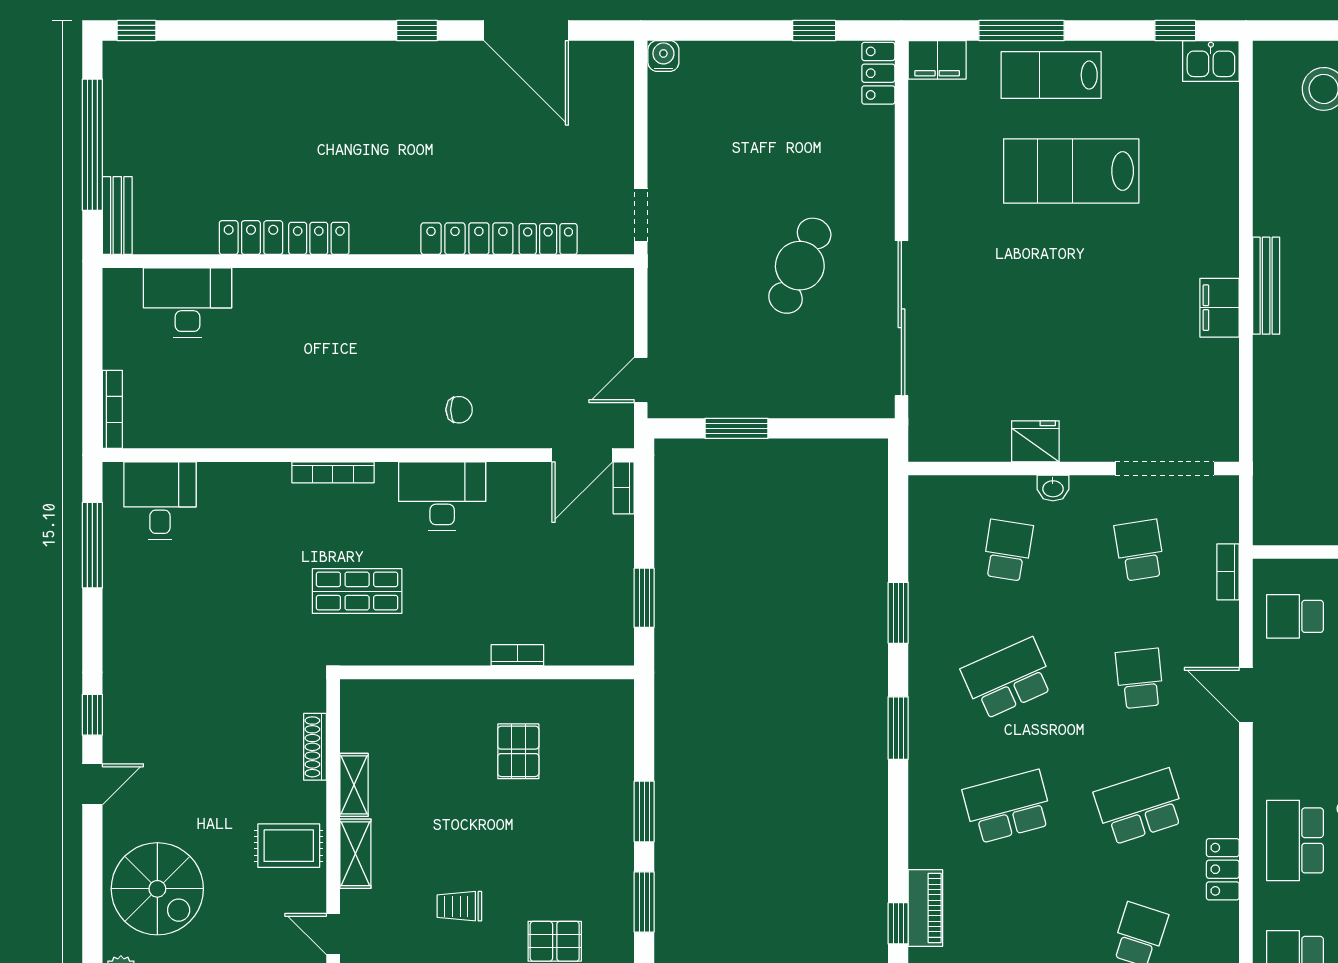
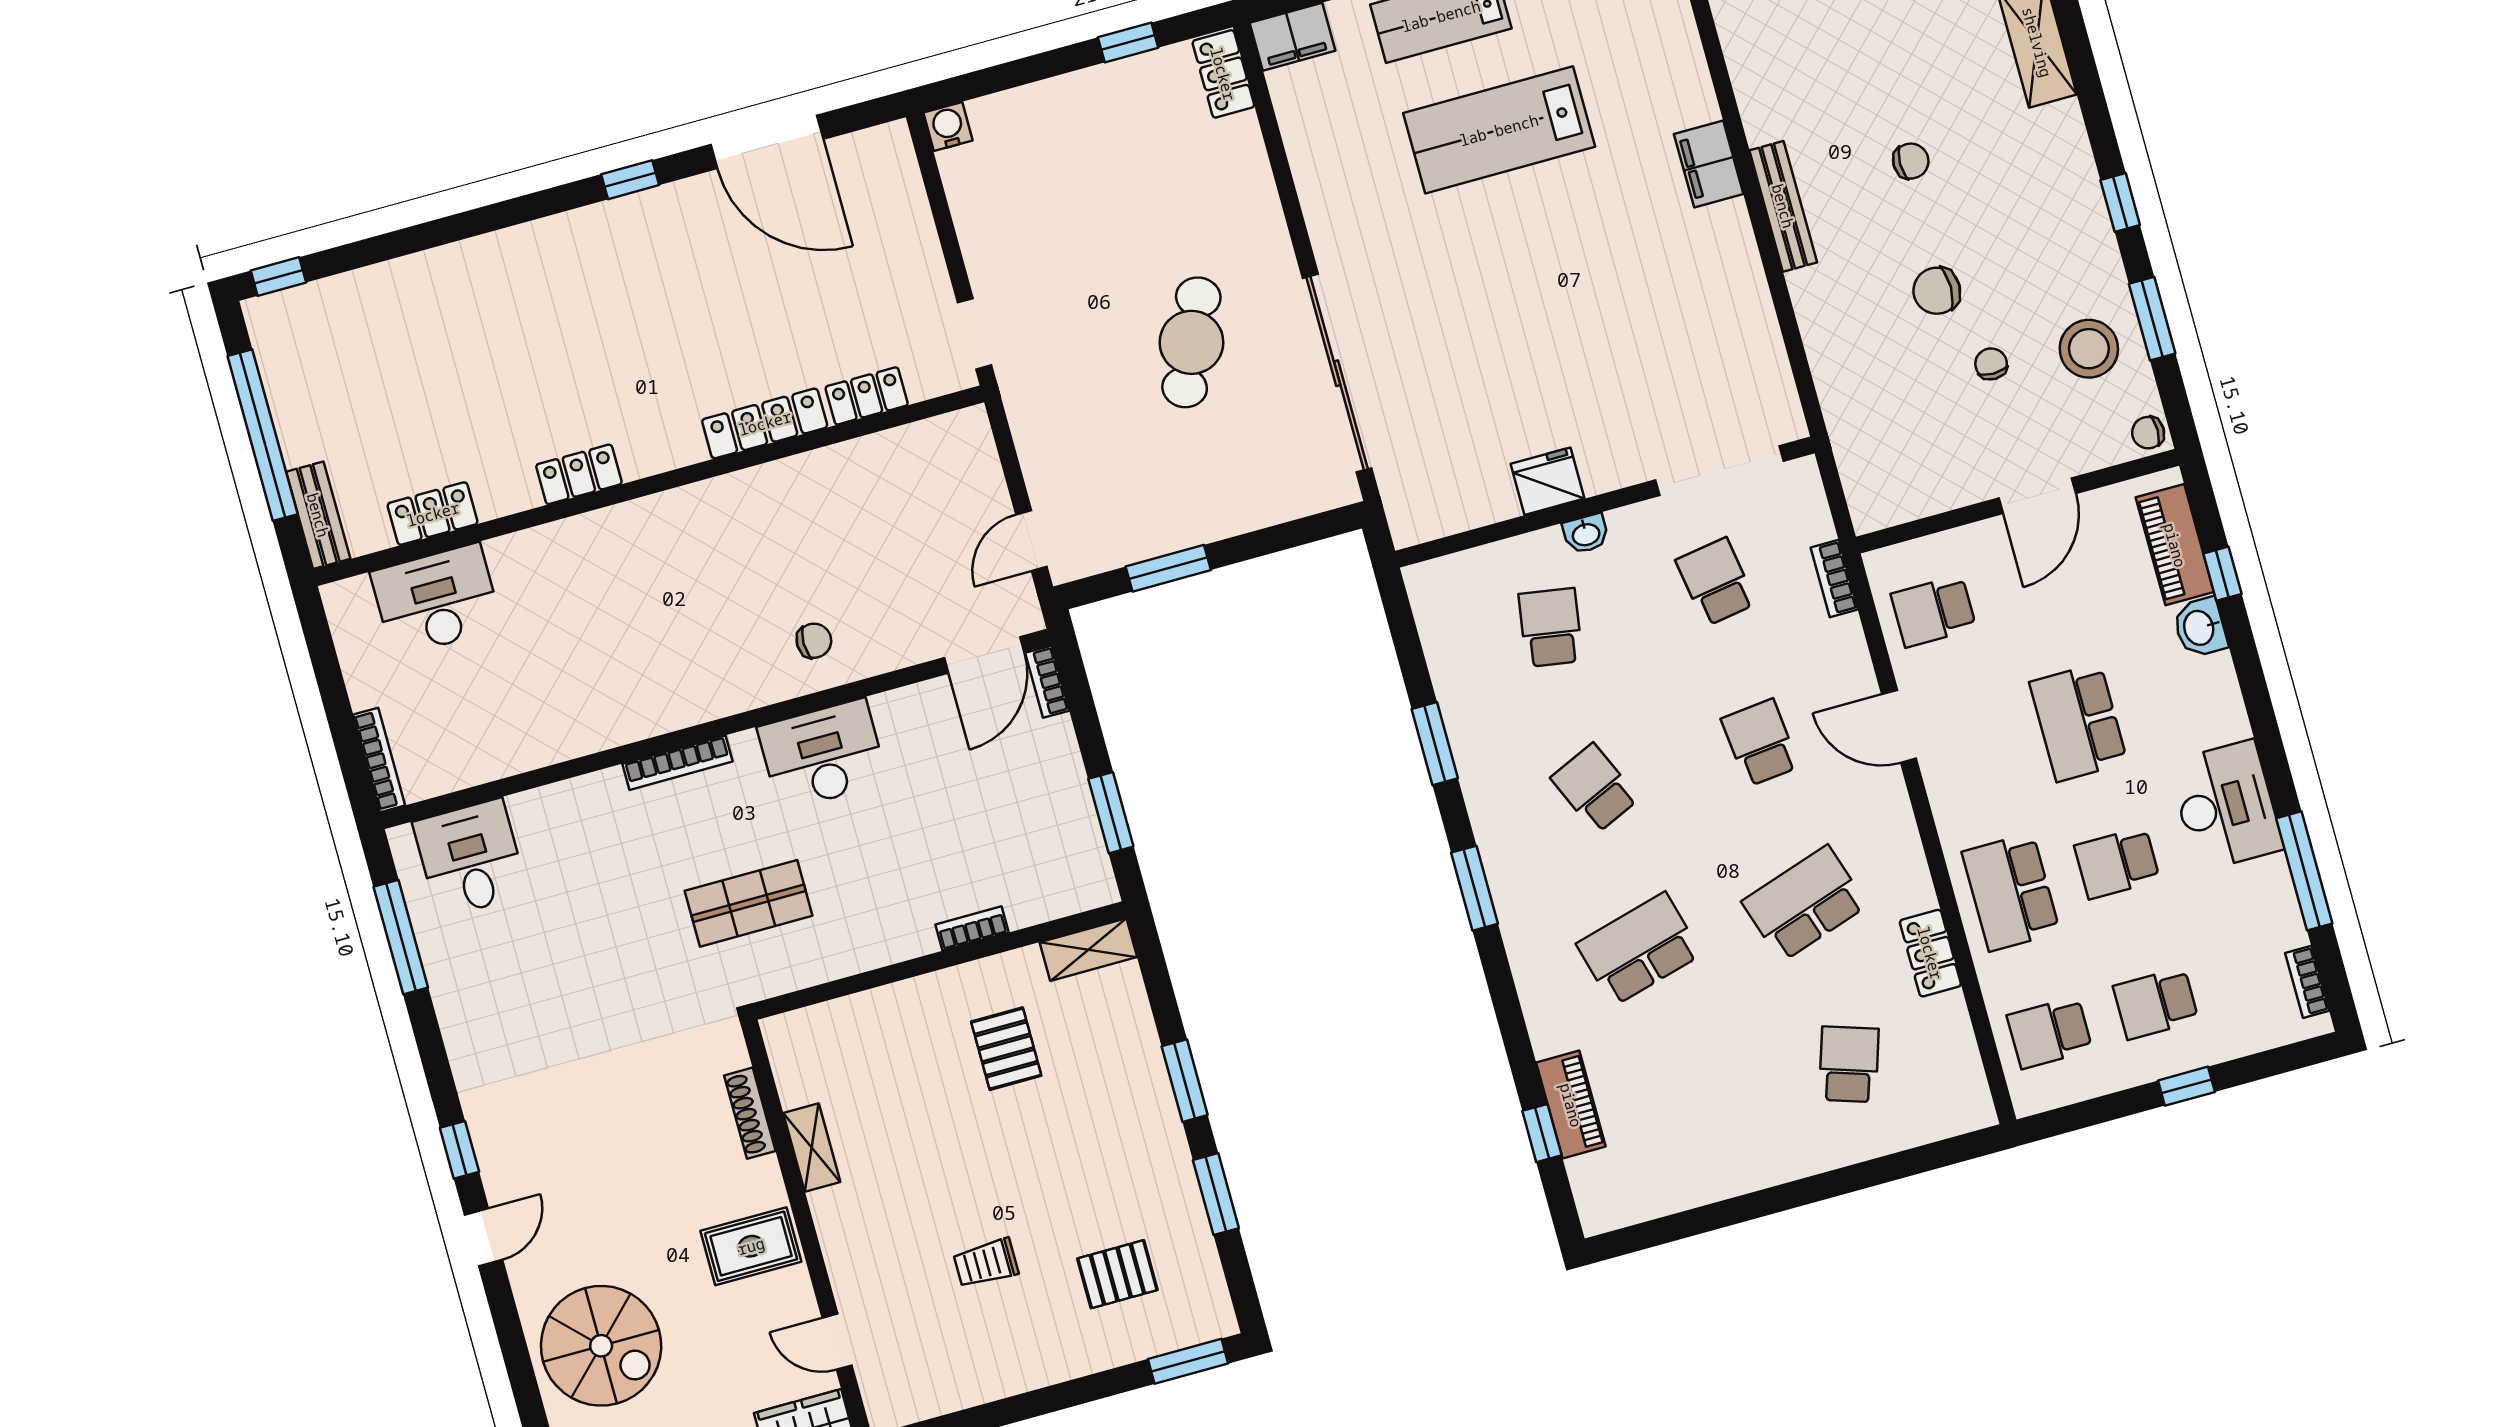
locker: (251, 238) -> (433, 514), moved
filing cabinet: (1220, 308) -> (1709, 164), moved
school desk: (1008, 679) -> (1595, 788), width x0.54
shelving: (355, 854) -> (1088, 950), moved, turned 90

